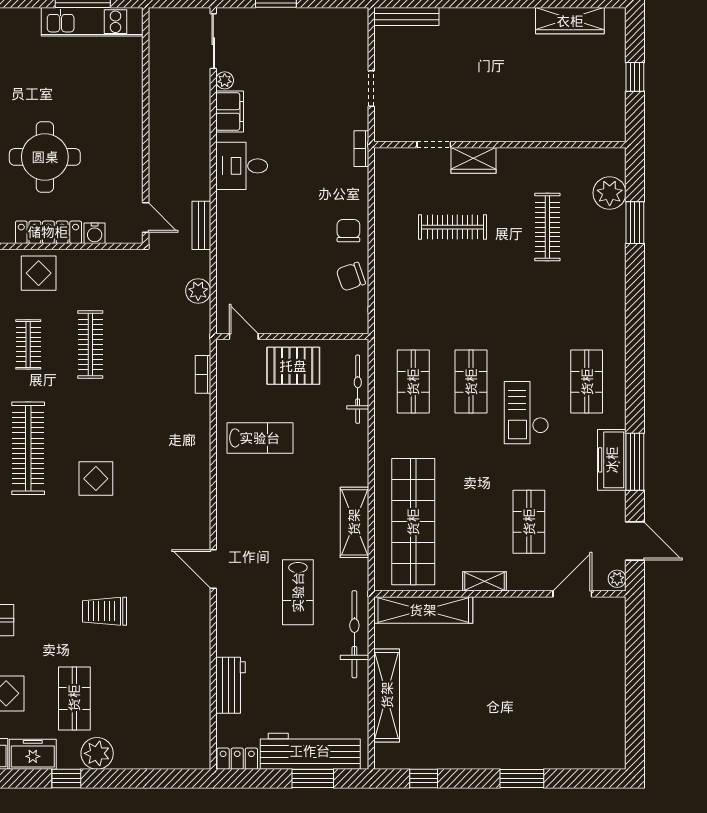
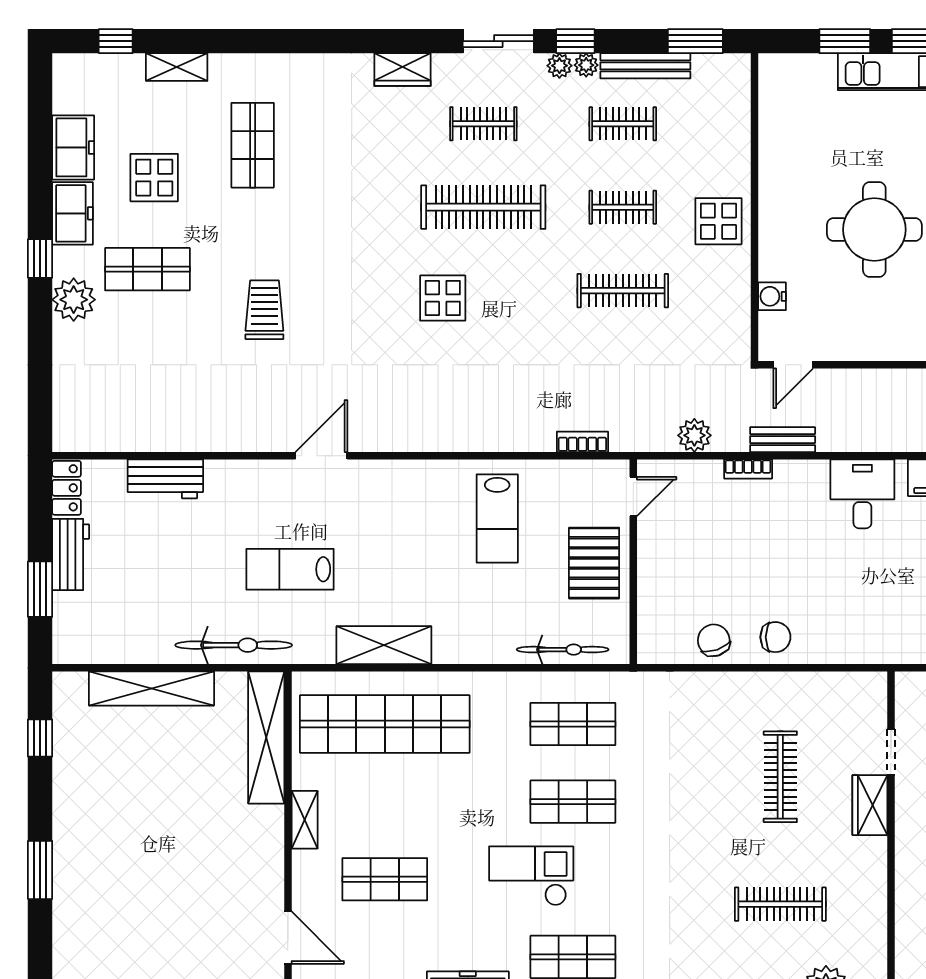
bookcase: (361, 149) -> (748, 469), moved, turned 180
locker: (48, 232) -> (773, 234), removed
workbench: (310, 751) -> (71, 554), width x0.53, depth x0.76

